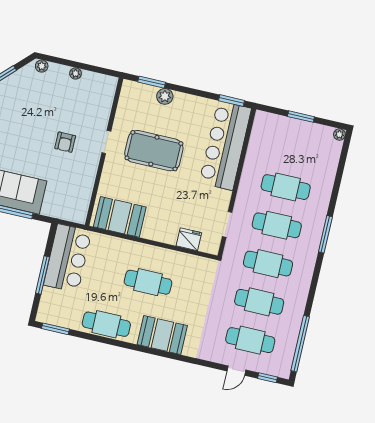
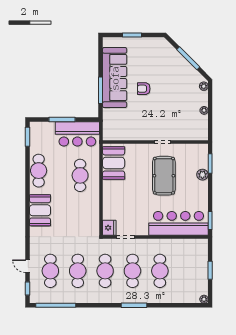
armchair: (65, 142) -> (144, 89), moved
fridge: (189, 239) -> (109, 228), moved
cafe table: (148, 282) -> (80, 175), moved

